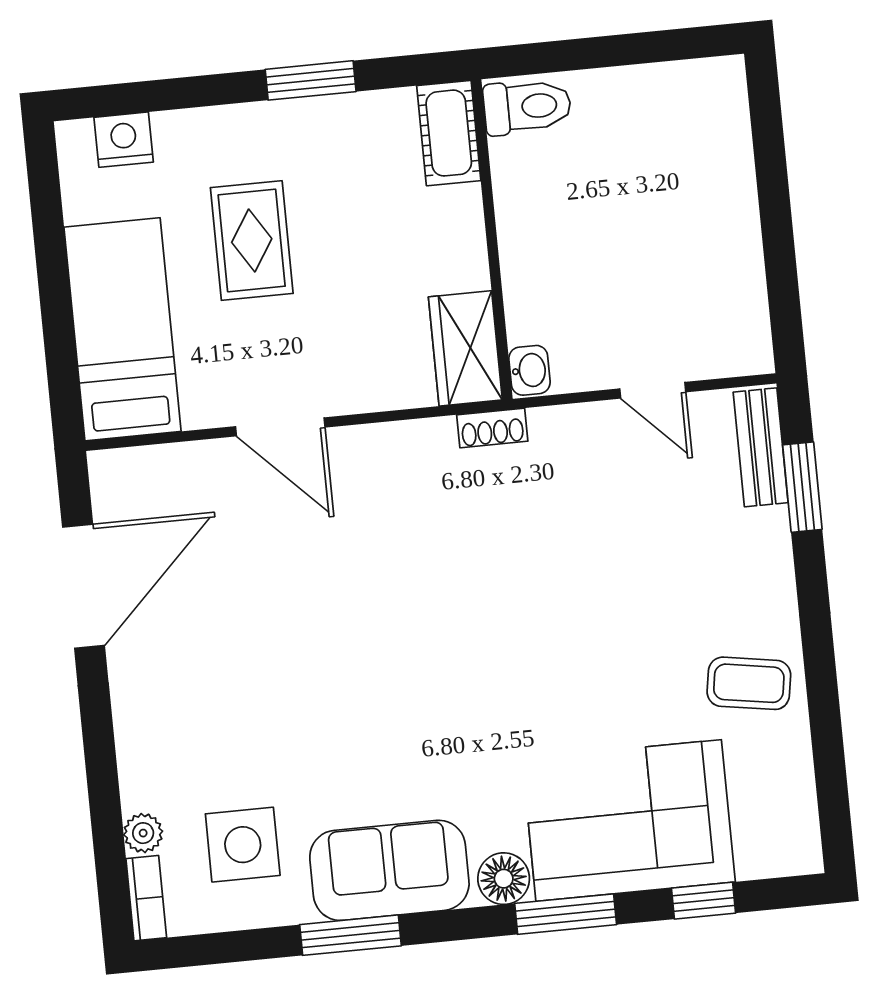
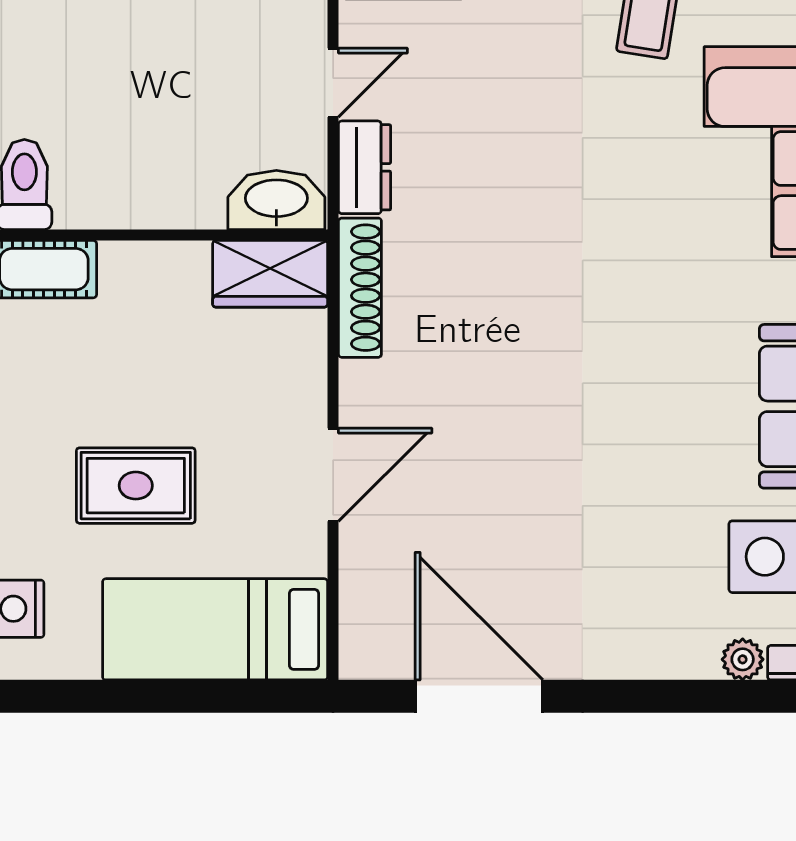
washbasin: (530, 370) -> (276, 200), width x1.91, depth x1.45
shoe rack: (492, 428) -> (360, 288), width x1.94, depth x1.24
dresser: (575, 428) -> (365, 167), added

